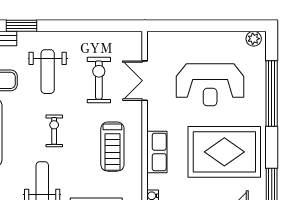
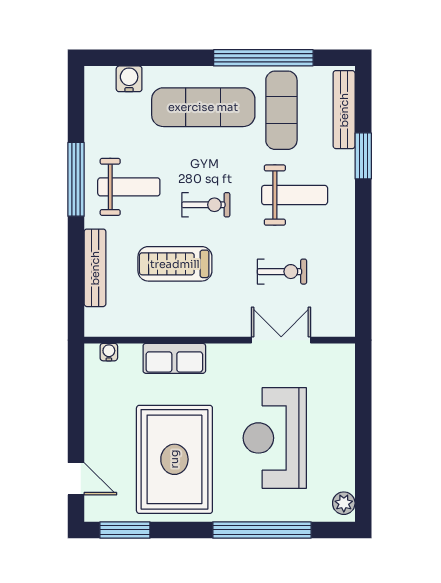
weight bench: (48, 72) -> (295, 195), turned 180
exercise bike: (99, 80) -> (282, 272), width x0.73, depth x0.72
treadmill: (112, 147) -> (175, 264), moved

